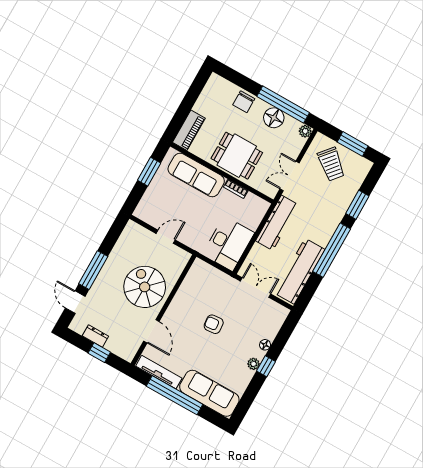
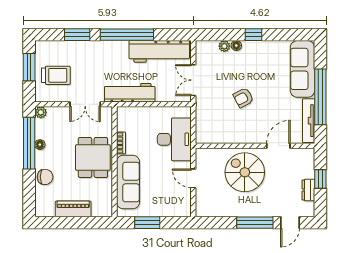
floor lamp: (274, 118) -> (40, 145), width x0.53, depth x0.53
piano: (189, 130) -> (73, 209), moved
trolley: (331, 164) -> (56, 75), turned 50
desk: (228, 244) -> (174, 139), moved, turned 90
spiral stairs: (145, 287) -> (245, 172), turned 90
armchair: (214, 324) -> (243, 98), turned 67
plant: (253, 364) -> (224, 46), moved

